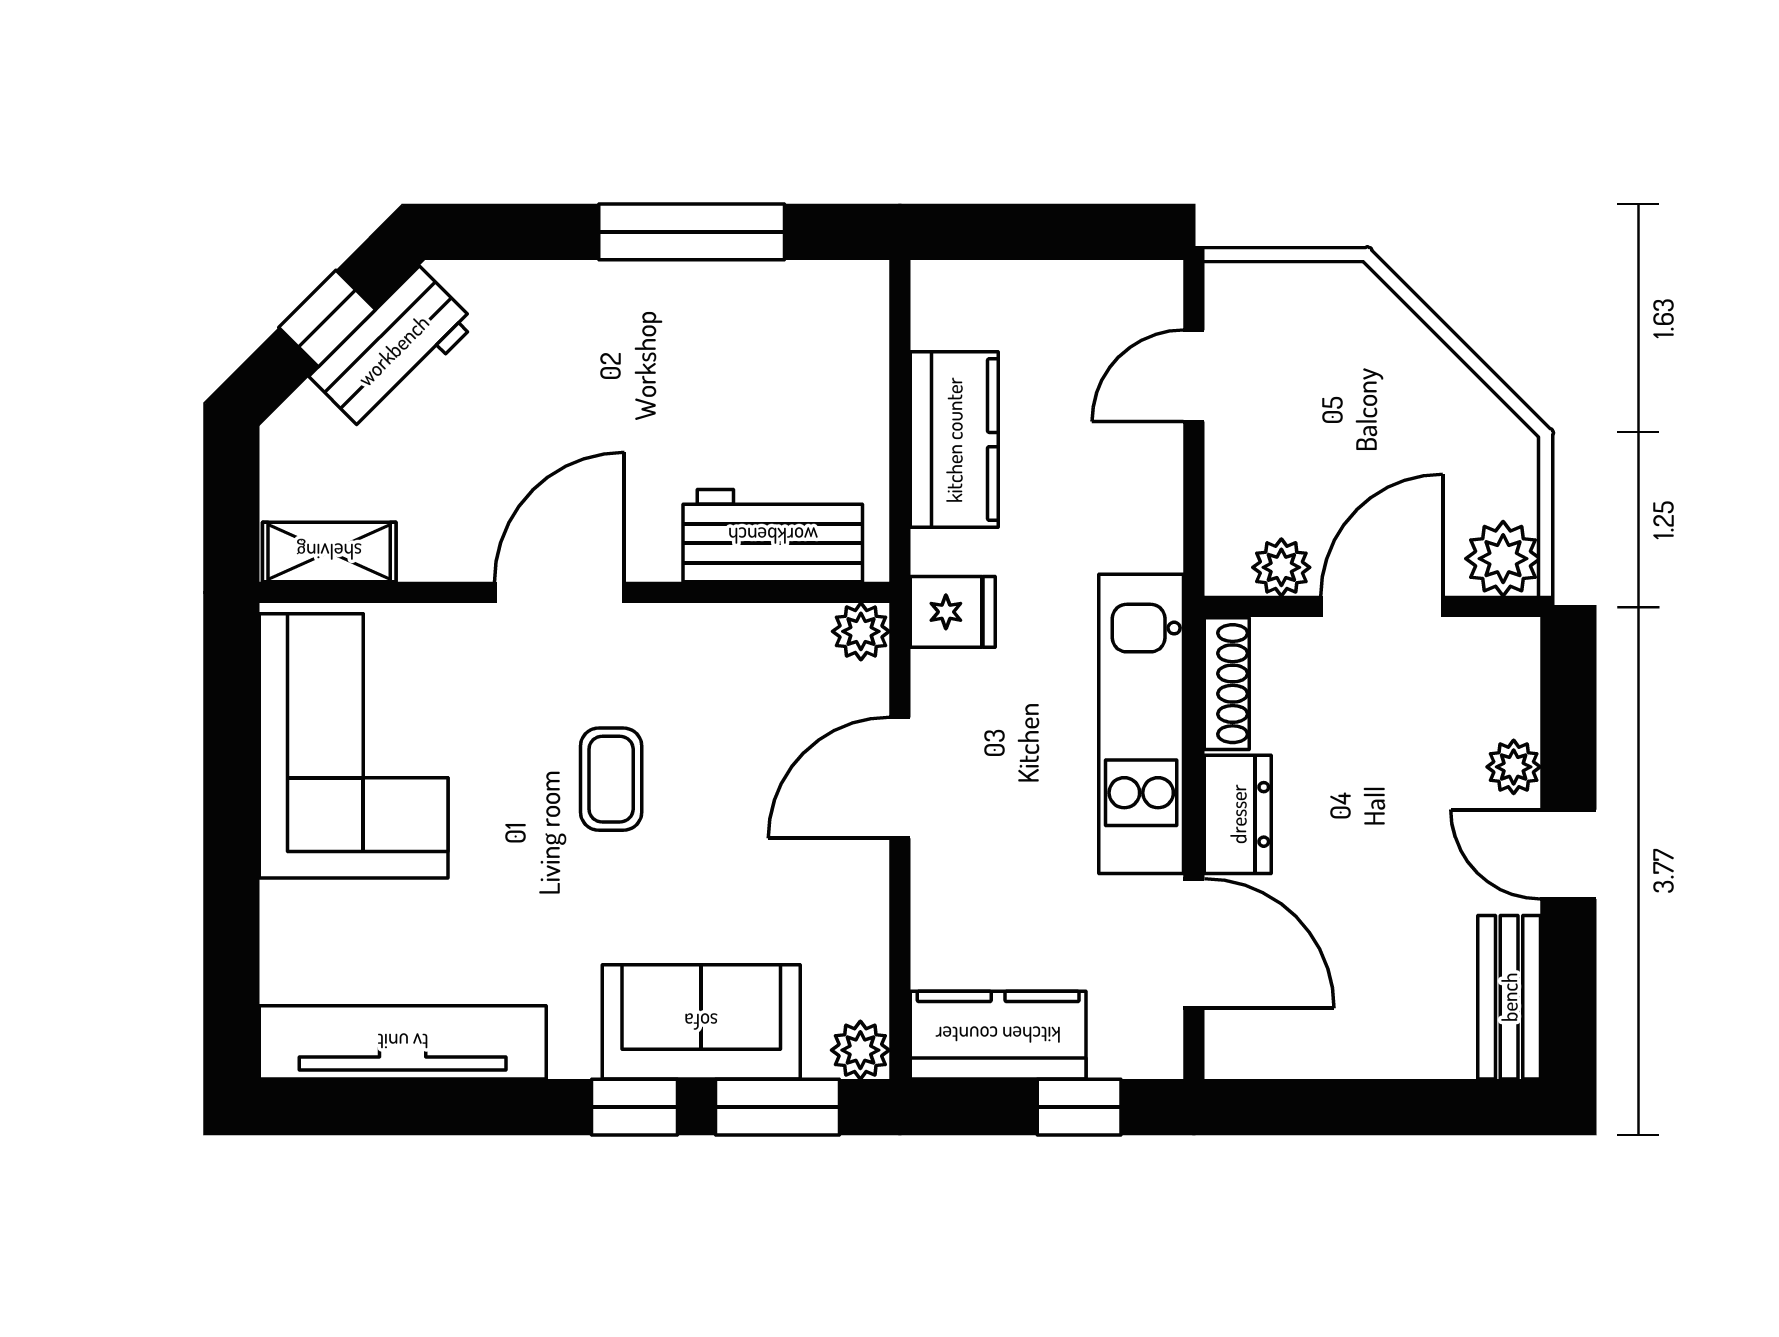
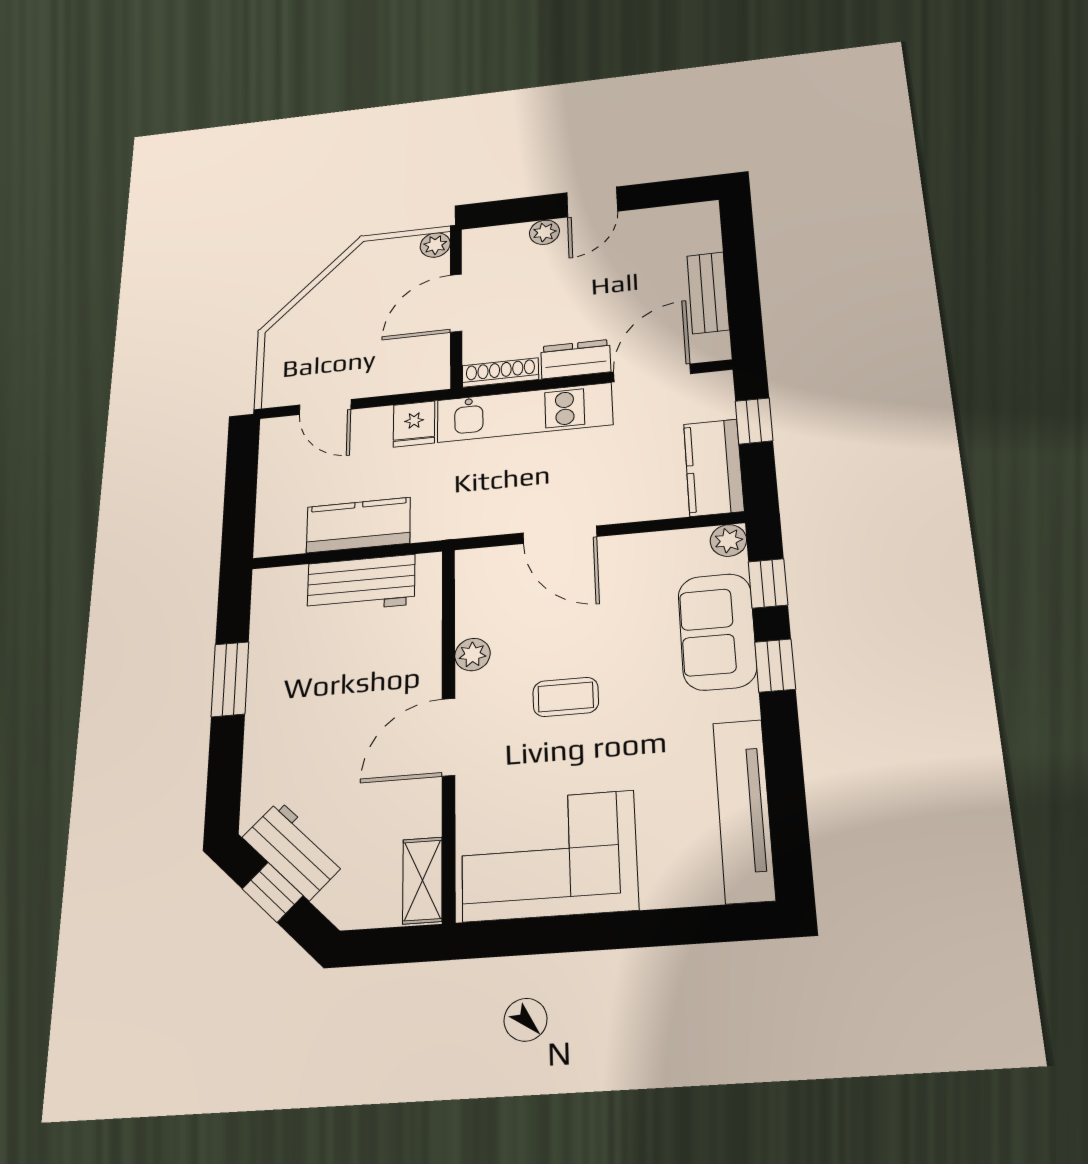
window: (692, 232) -> (230, 679), width x0.69
workbench: (773, 536) -> (361, 584), moved, turned -90
plant: (1503, 559) -> (435, 245), width x0.73, depth x0.73
plant: (1281, 567) -> (434, 353), removed
door: (559, 592) -> (449, 737), hinge flipped
door: (1382, 606) -> (456, 303), hinge flipped
fridge: (953, 612) -> (414, 424), moved, turned 180
plant: (861, 631) -> (472, 655), moved
bench: (1509, 997) -> (708, 293), moved, turned 90
window: (778, 1107) -> (768, 583), width x0.67

